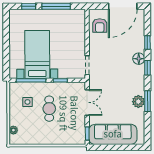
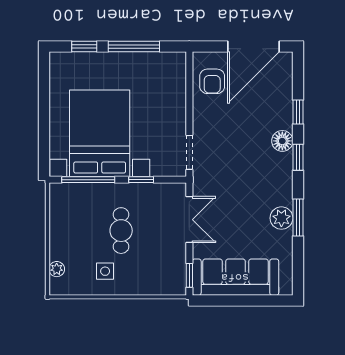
bed with nightstands: (37, 55) -> (100, 133), width x1.36
side table: (27, 102) -> (105, 271), moved

